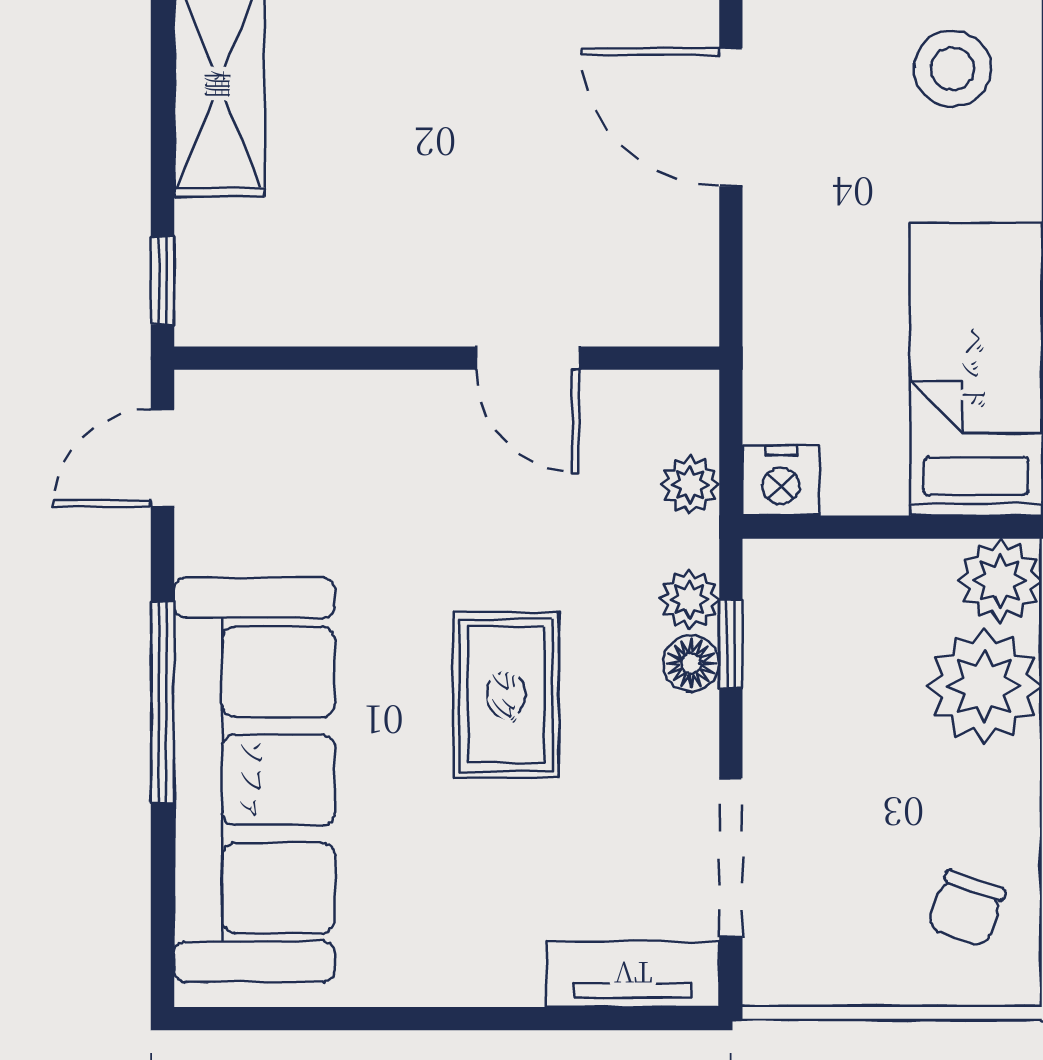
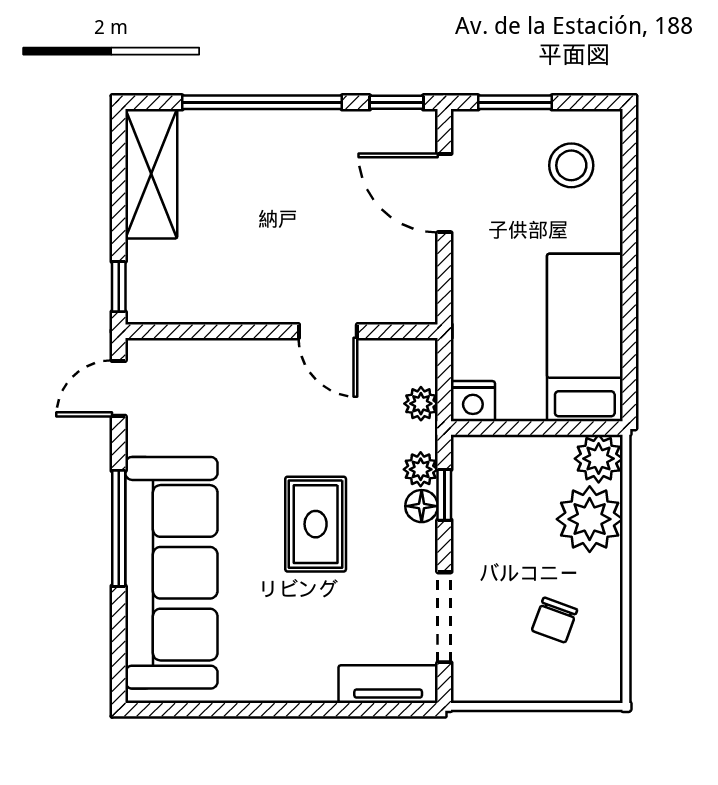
chair: (966, 909) -> (555, 620), moved

